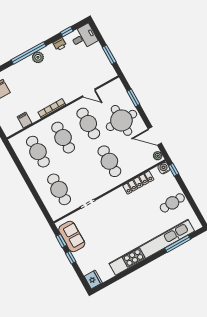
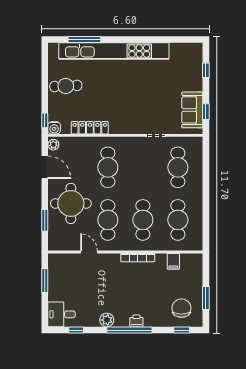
printer: (60, 44) -> (136, 321), moved
plant: (38, 57) -> (107, 320), moved
window: (71, 258) -> (206, 70), moved
fridge: (93, 279) -> (195, 52), removed

